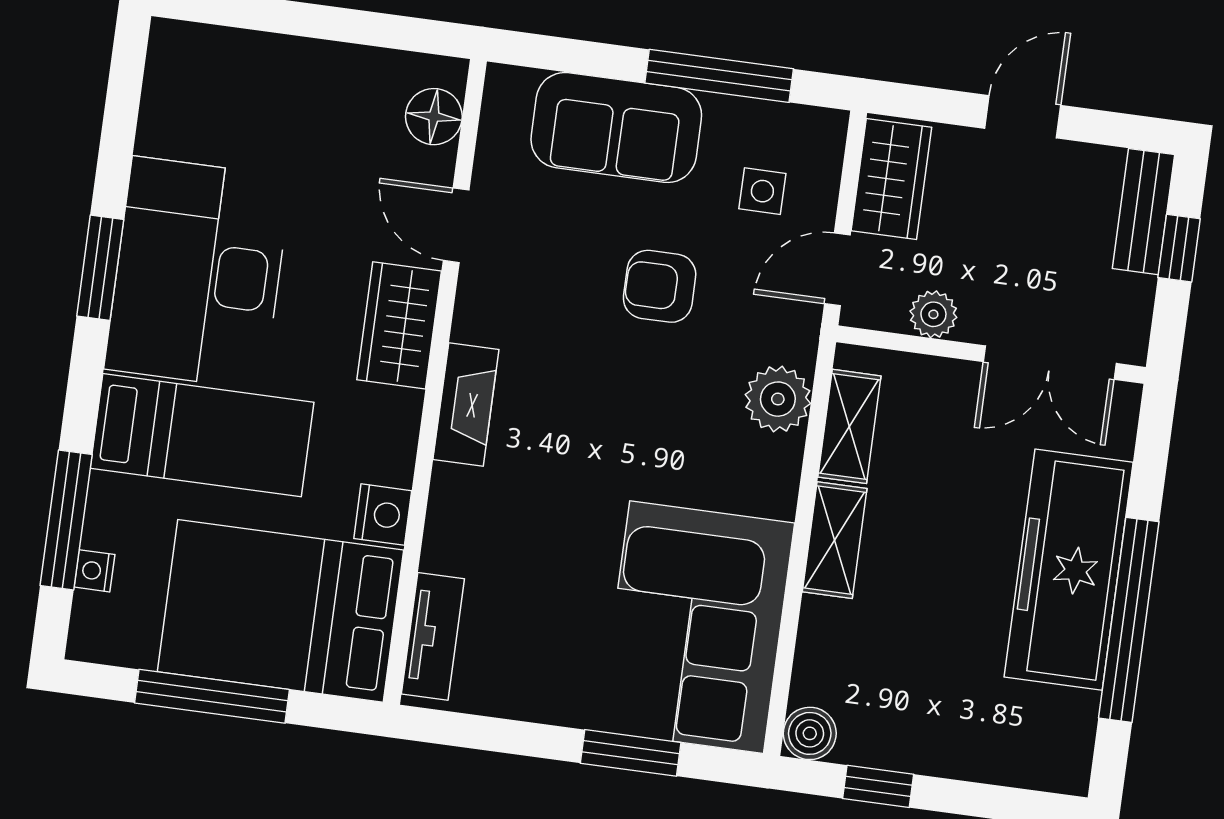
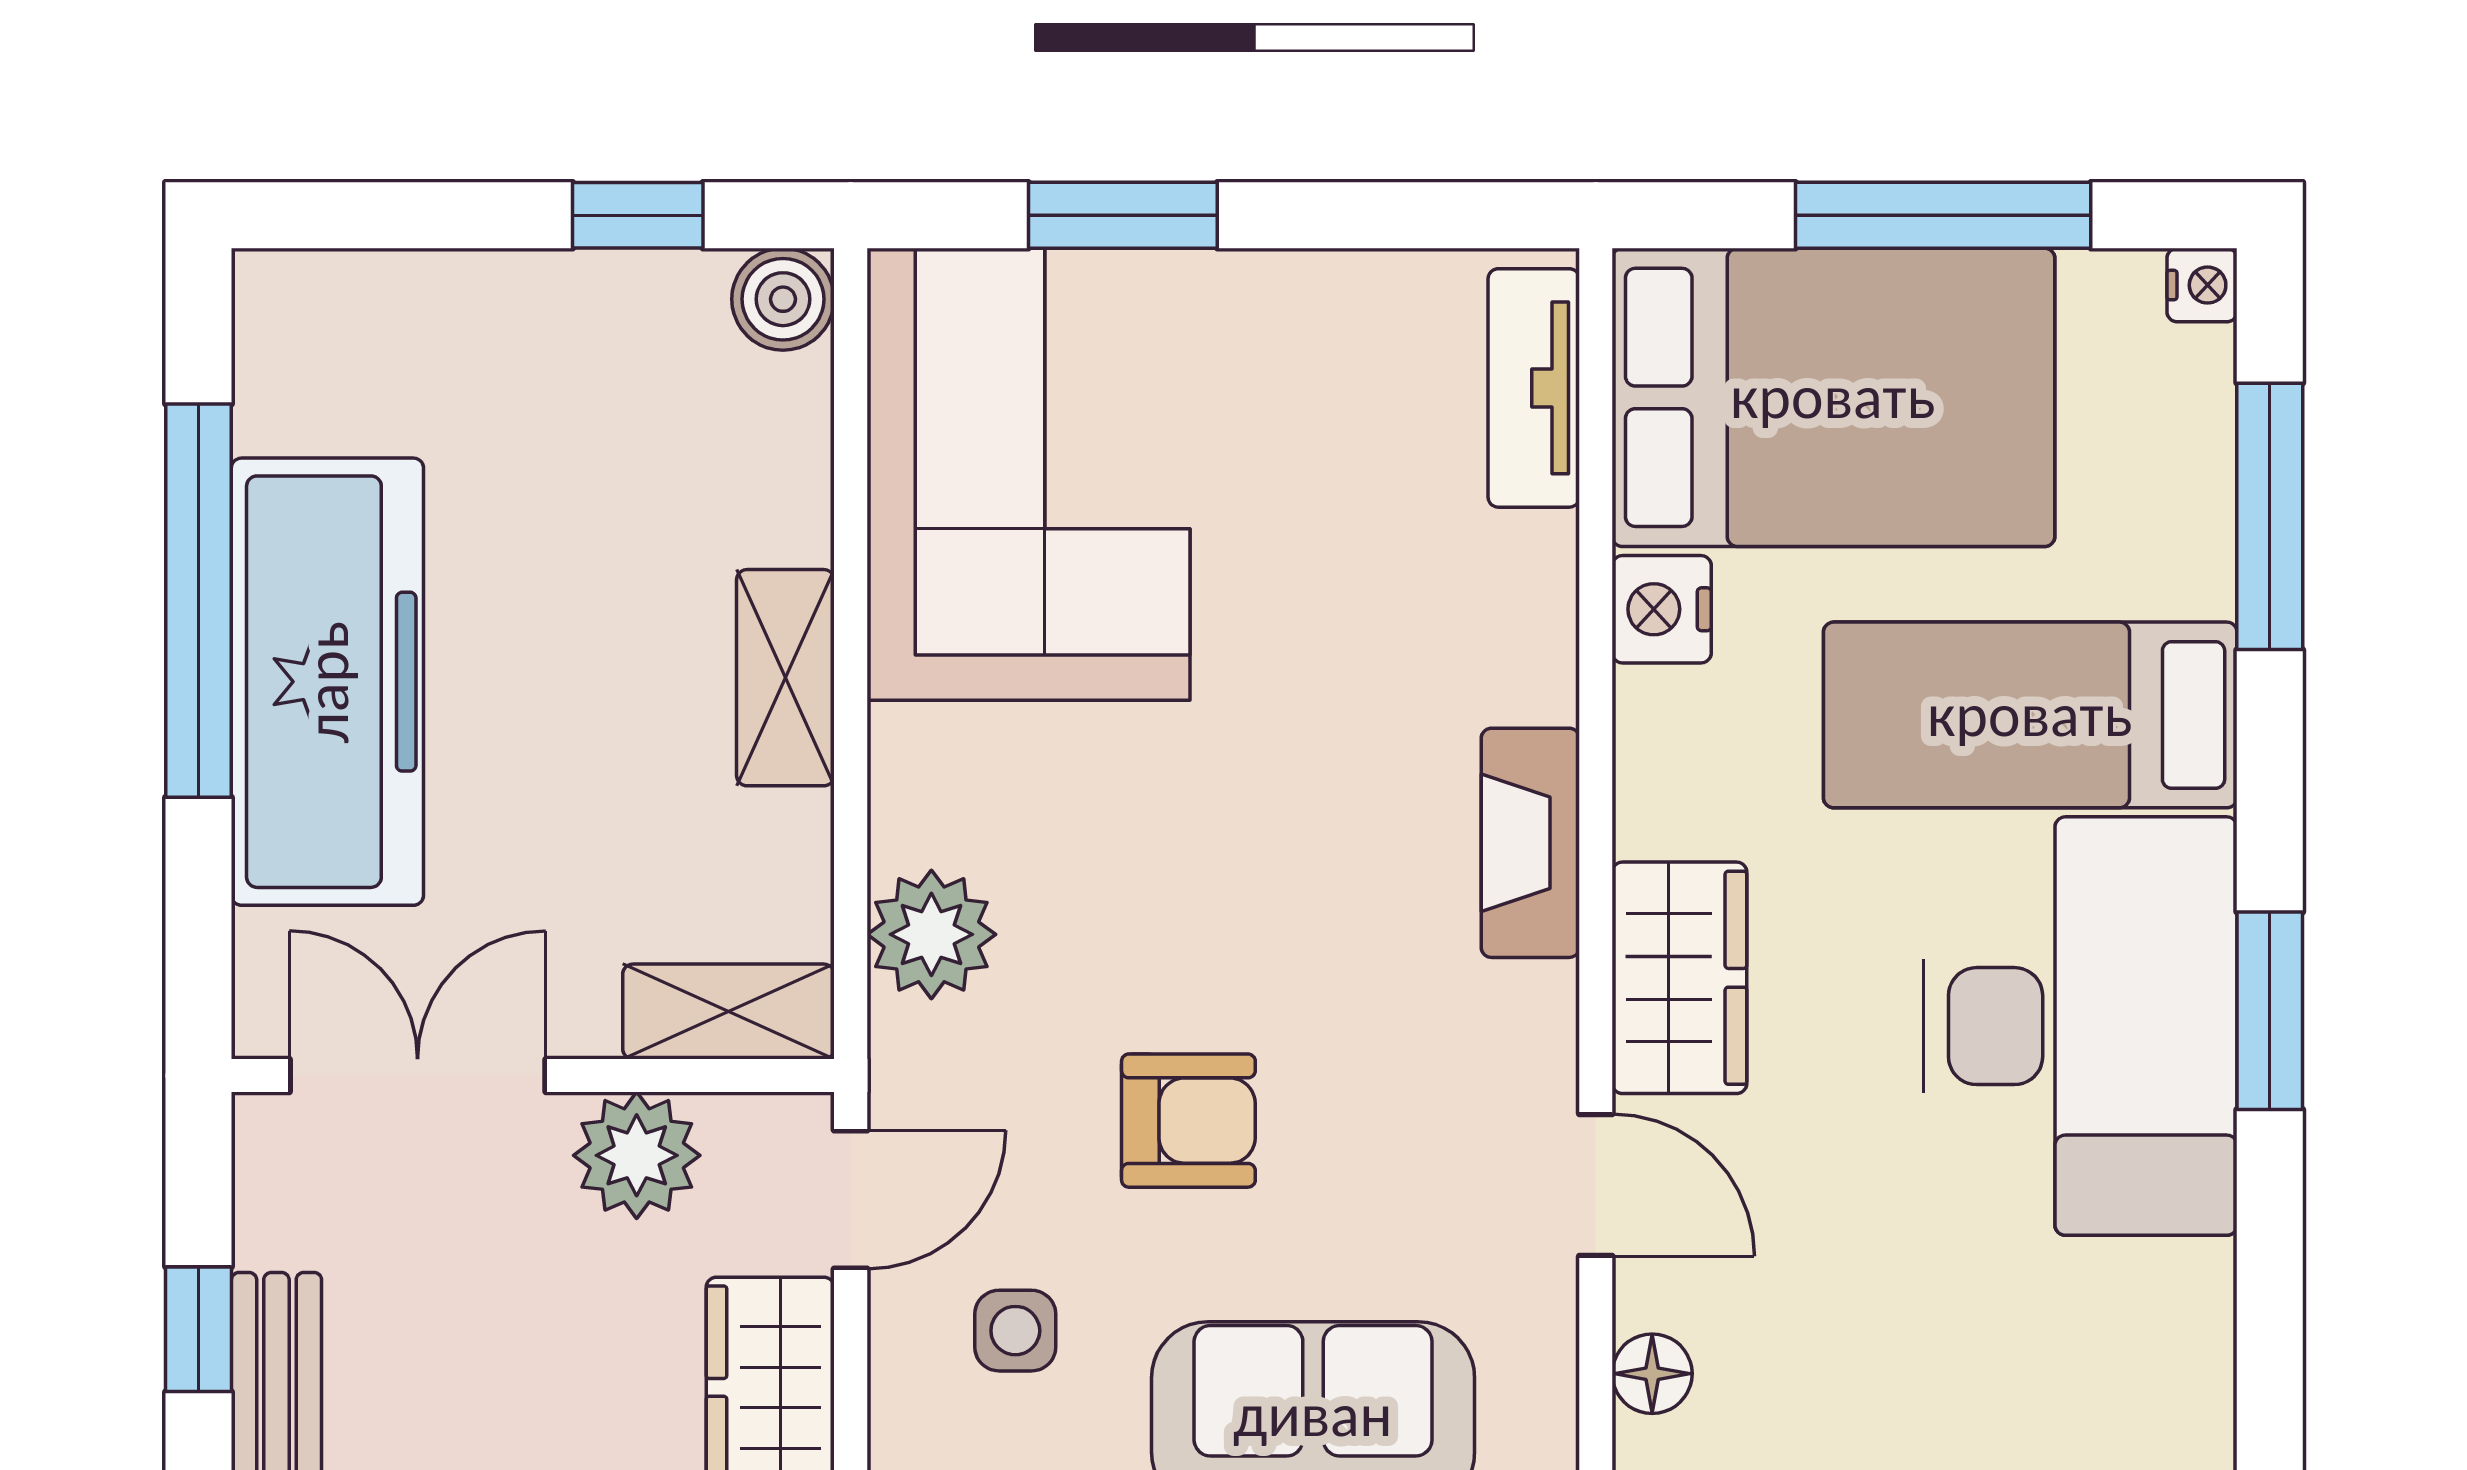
floor lamp: (434, 117) -> (1652, 1374), width x0.73, depth x0.73
plant: (933, 314) -> (637, 1155), width x1.38, depth x1.38
shelving: (849, 426) -> (728, 1011), moved, turned 90
nightstand: (94, 571) -> (2202, 285), moved

